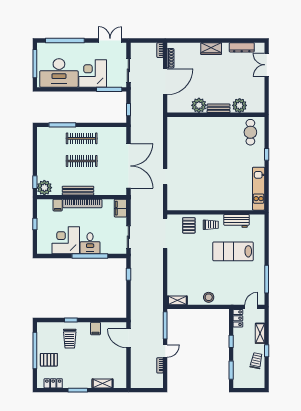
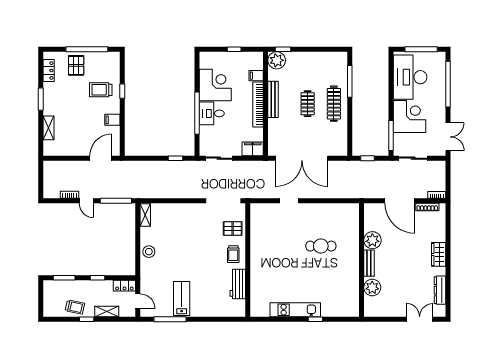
cafe table: (250, 132) -> (321, 246), moved
clothes rail: (82, 161) -> (308, 104), width x0.73
kitchen unit: (259, 189) -> (295, 310), moved
lab bench: (233, 251) -> (182, 298), moved, width x0.73, depth x0.72

